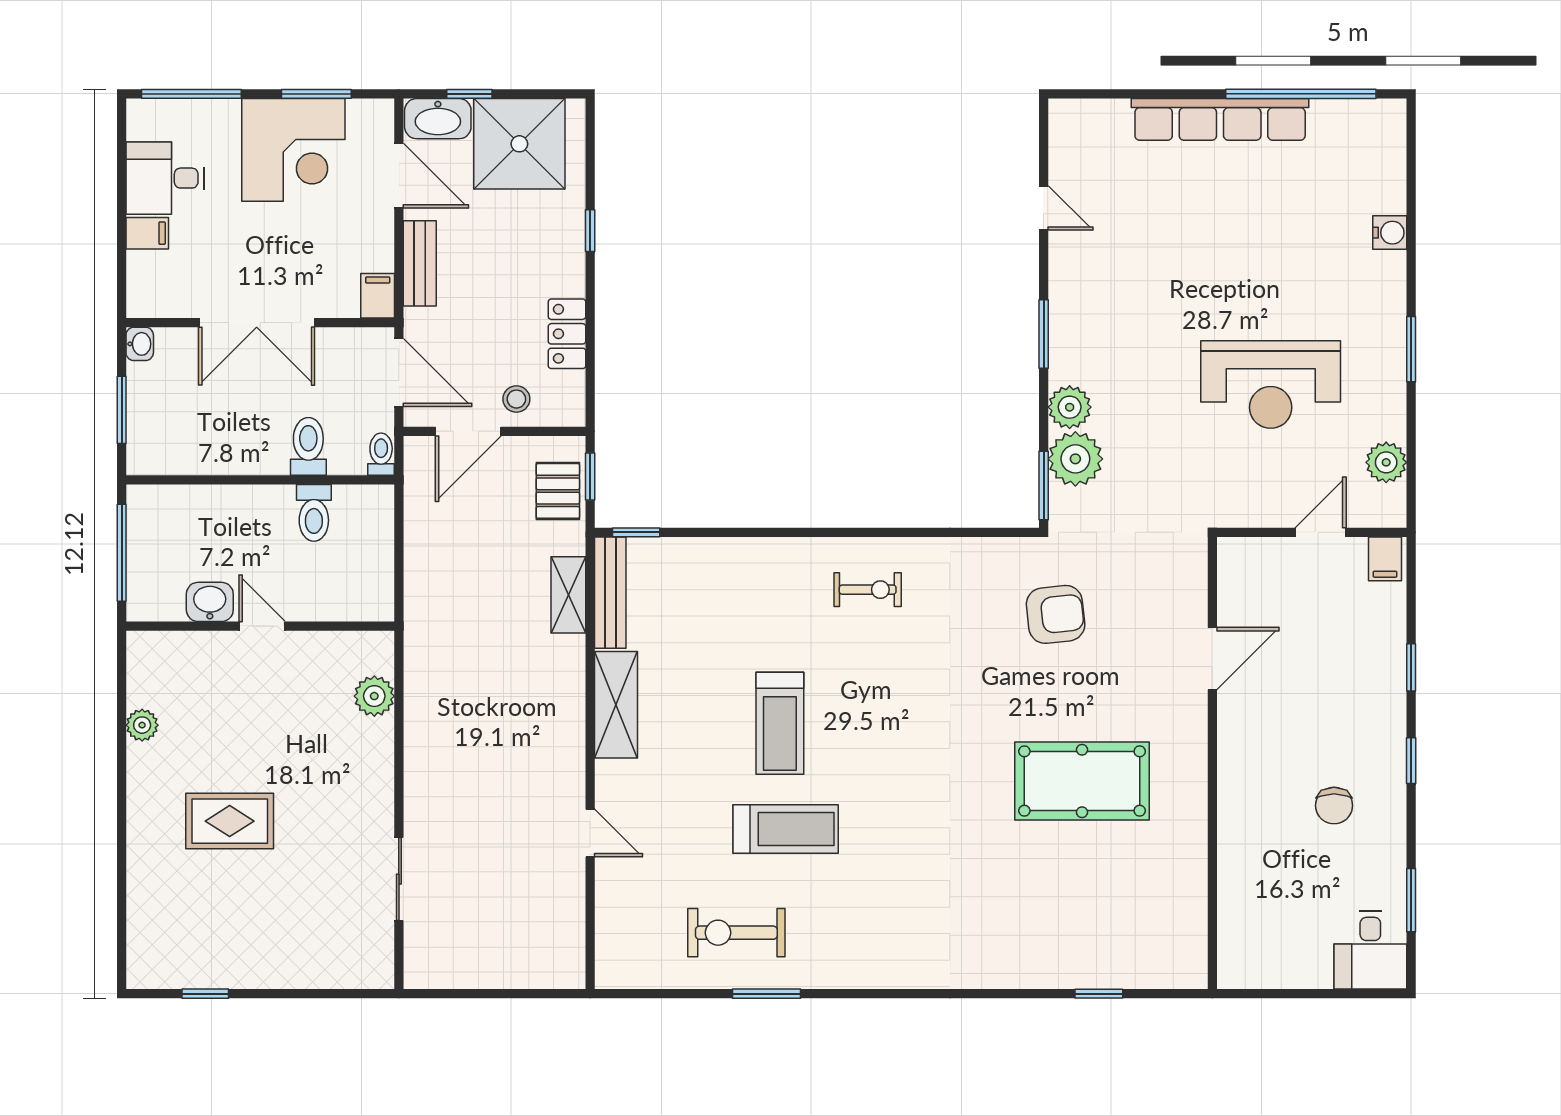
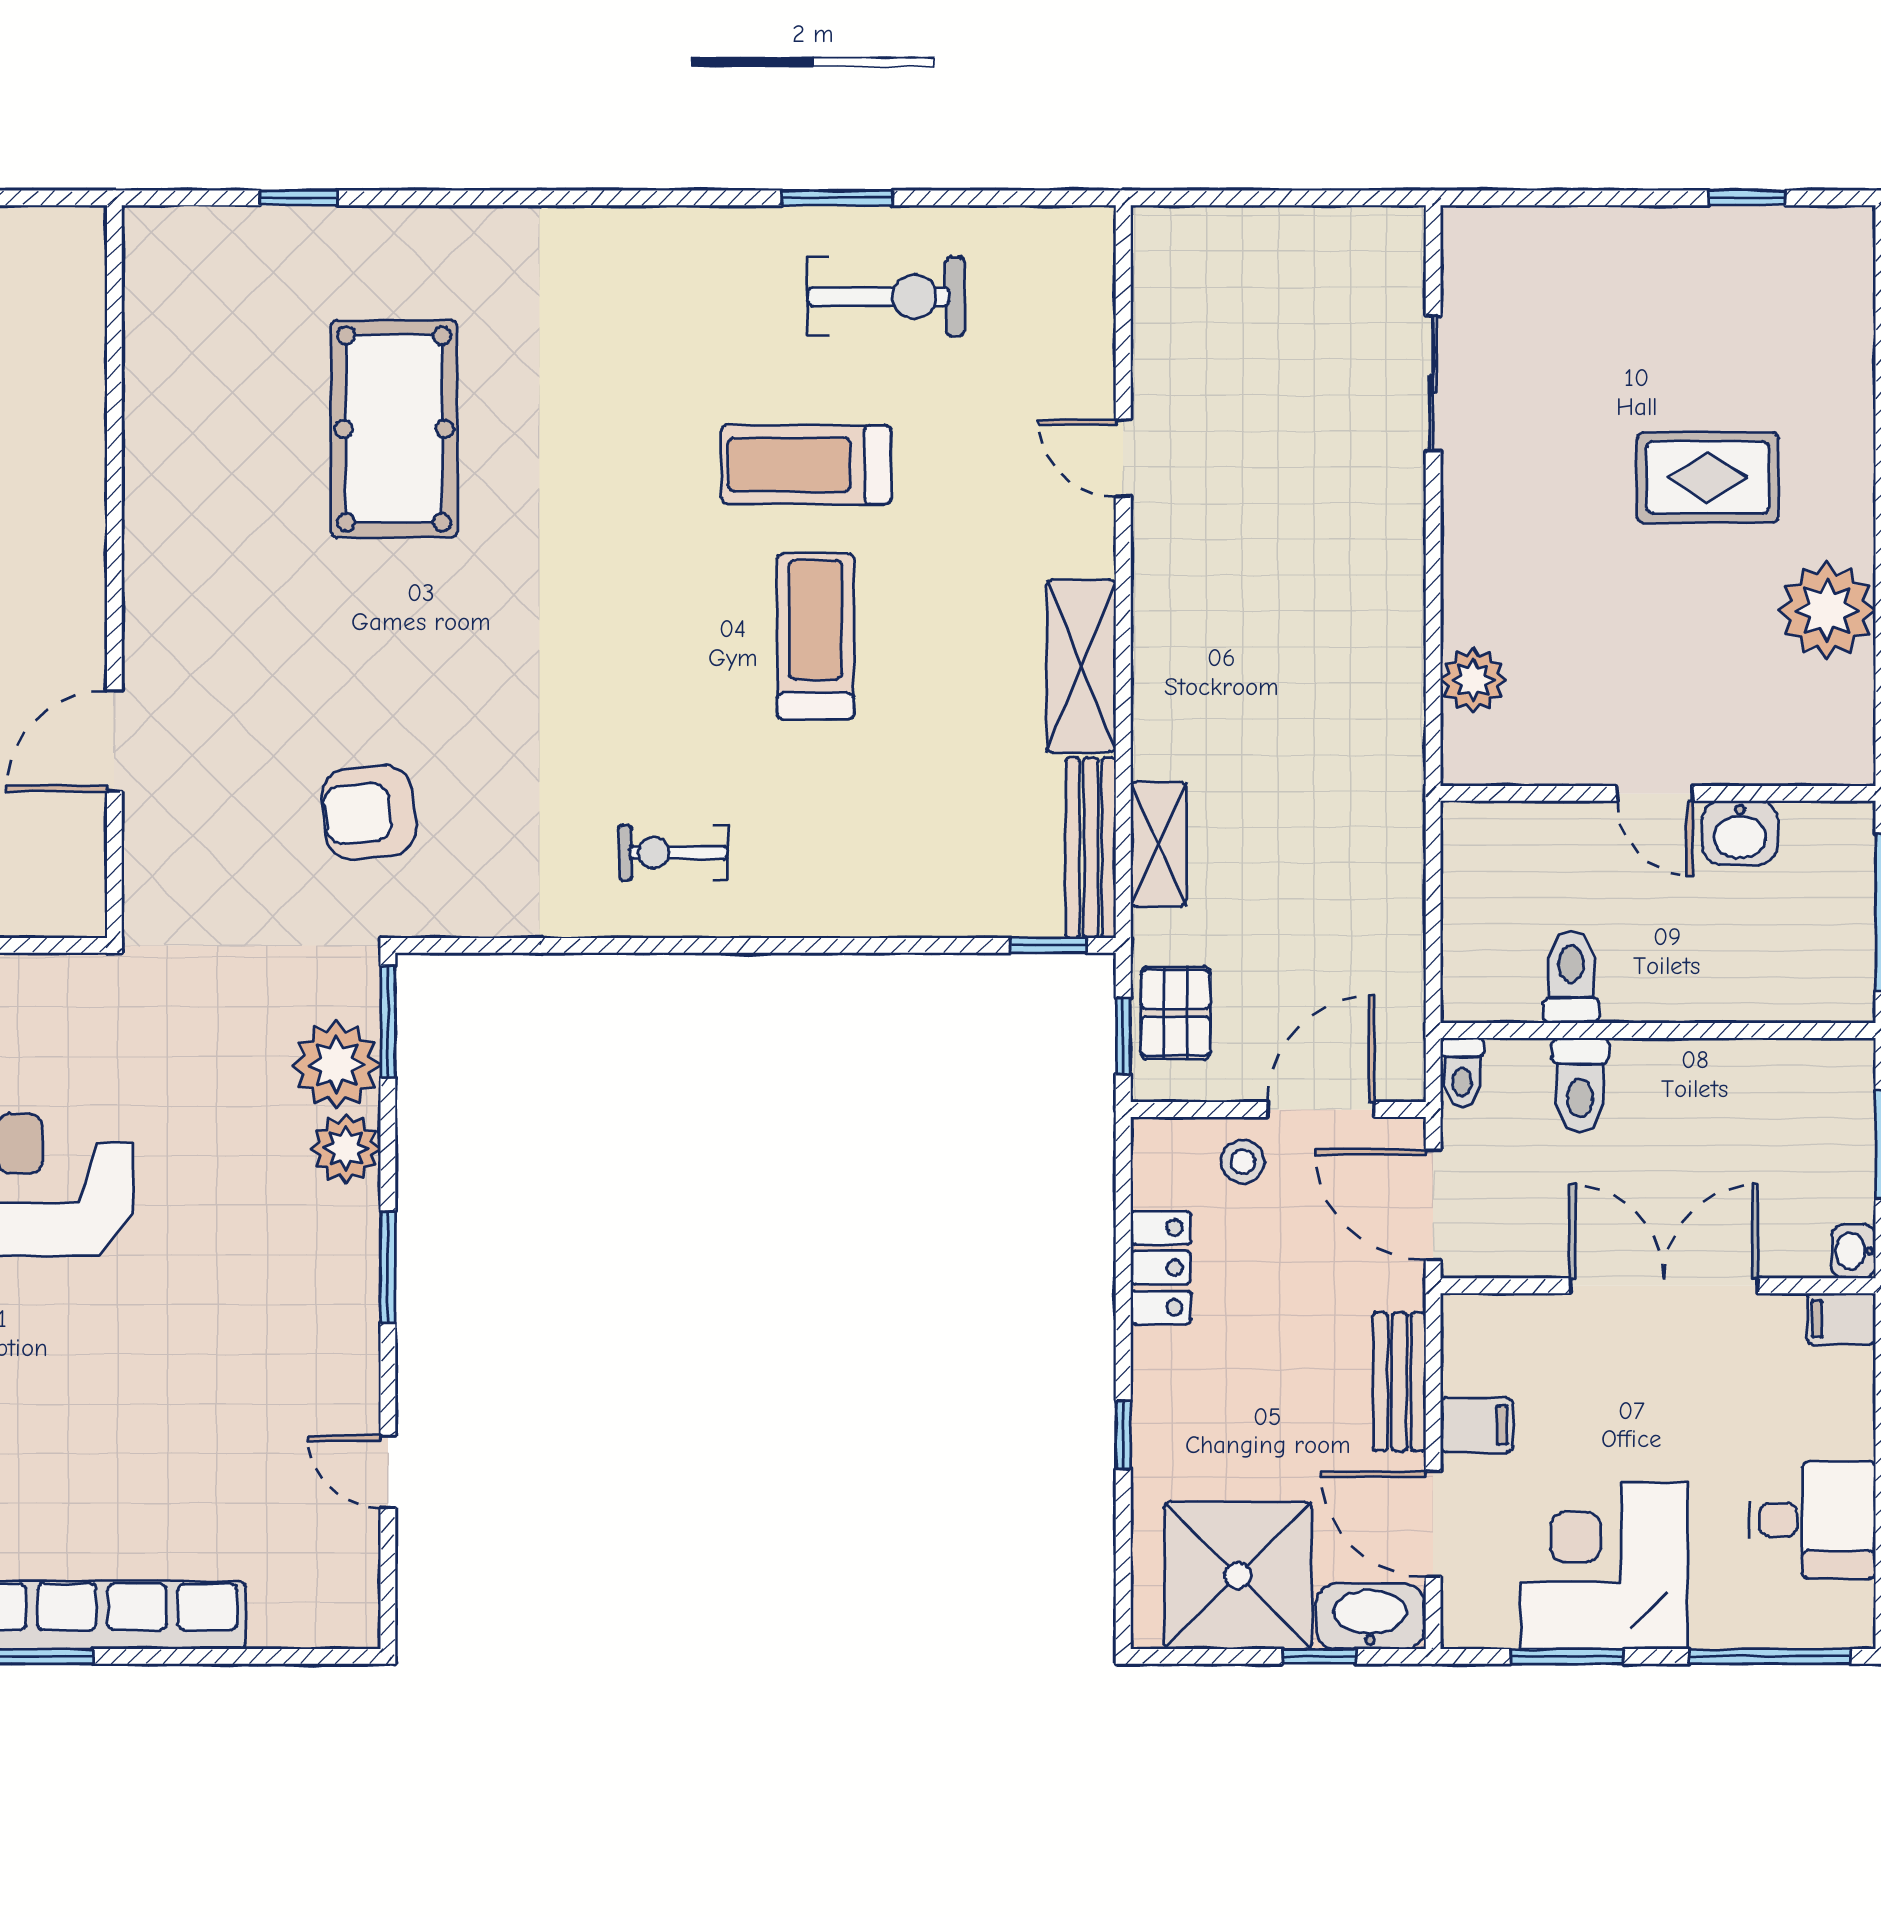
filing cabinet: (147, 233) -> (1841, 1319), moved
filing cabinet: (378, 296) -> (1477, 1425), moved, turned -90
plant: (142, 725) -> (1827, 610), width x1.88, depth x1.88
pool table: (1082, 781) -> (394, 429), moved, turned 90

